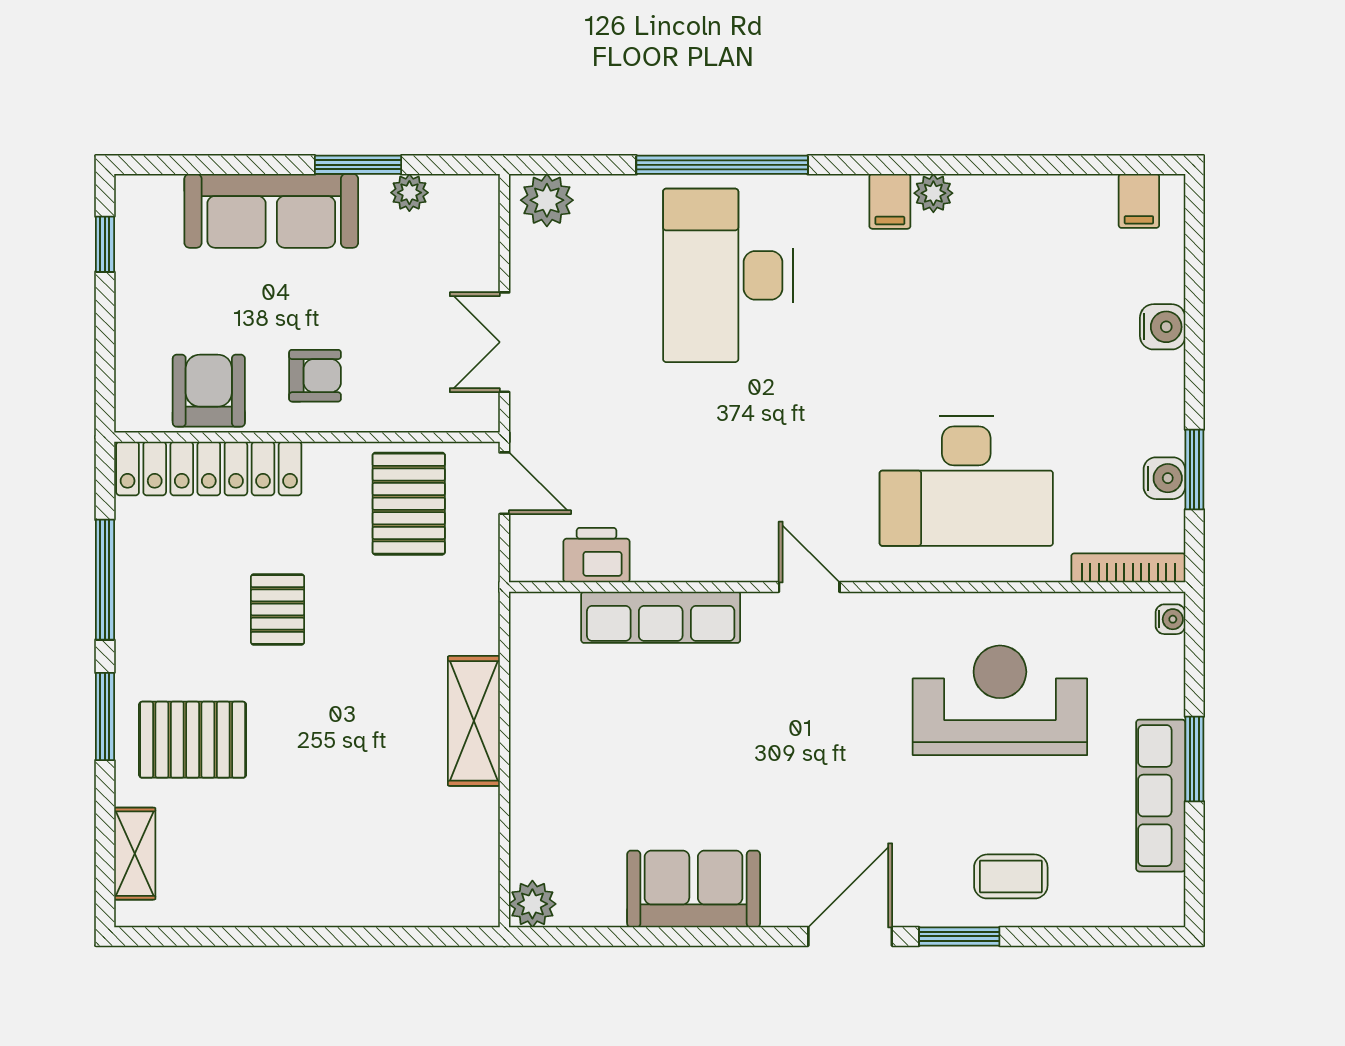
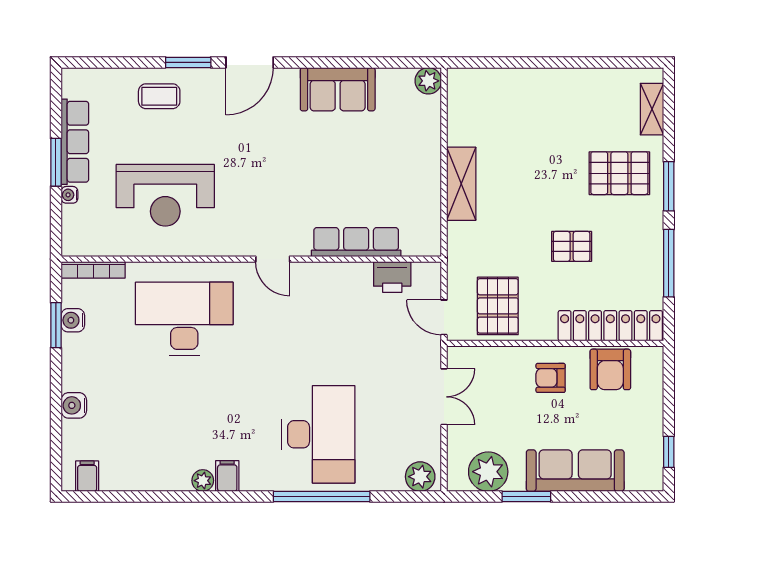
plant: (409, 193) -> (488, 472), width x1.88, depth x1.88
pallet: (278, 609) -> (572, 246), turned 90
water cooler: (1170, 619) -> (69, 195), moved

